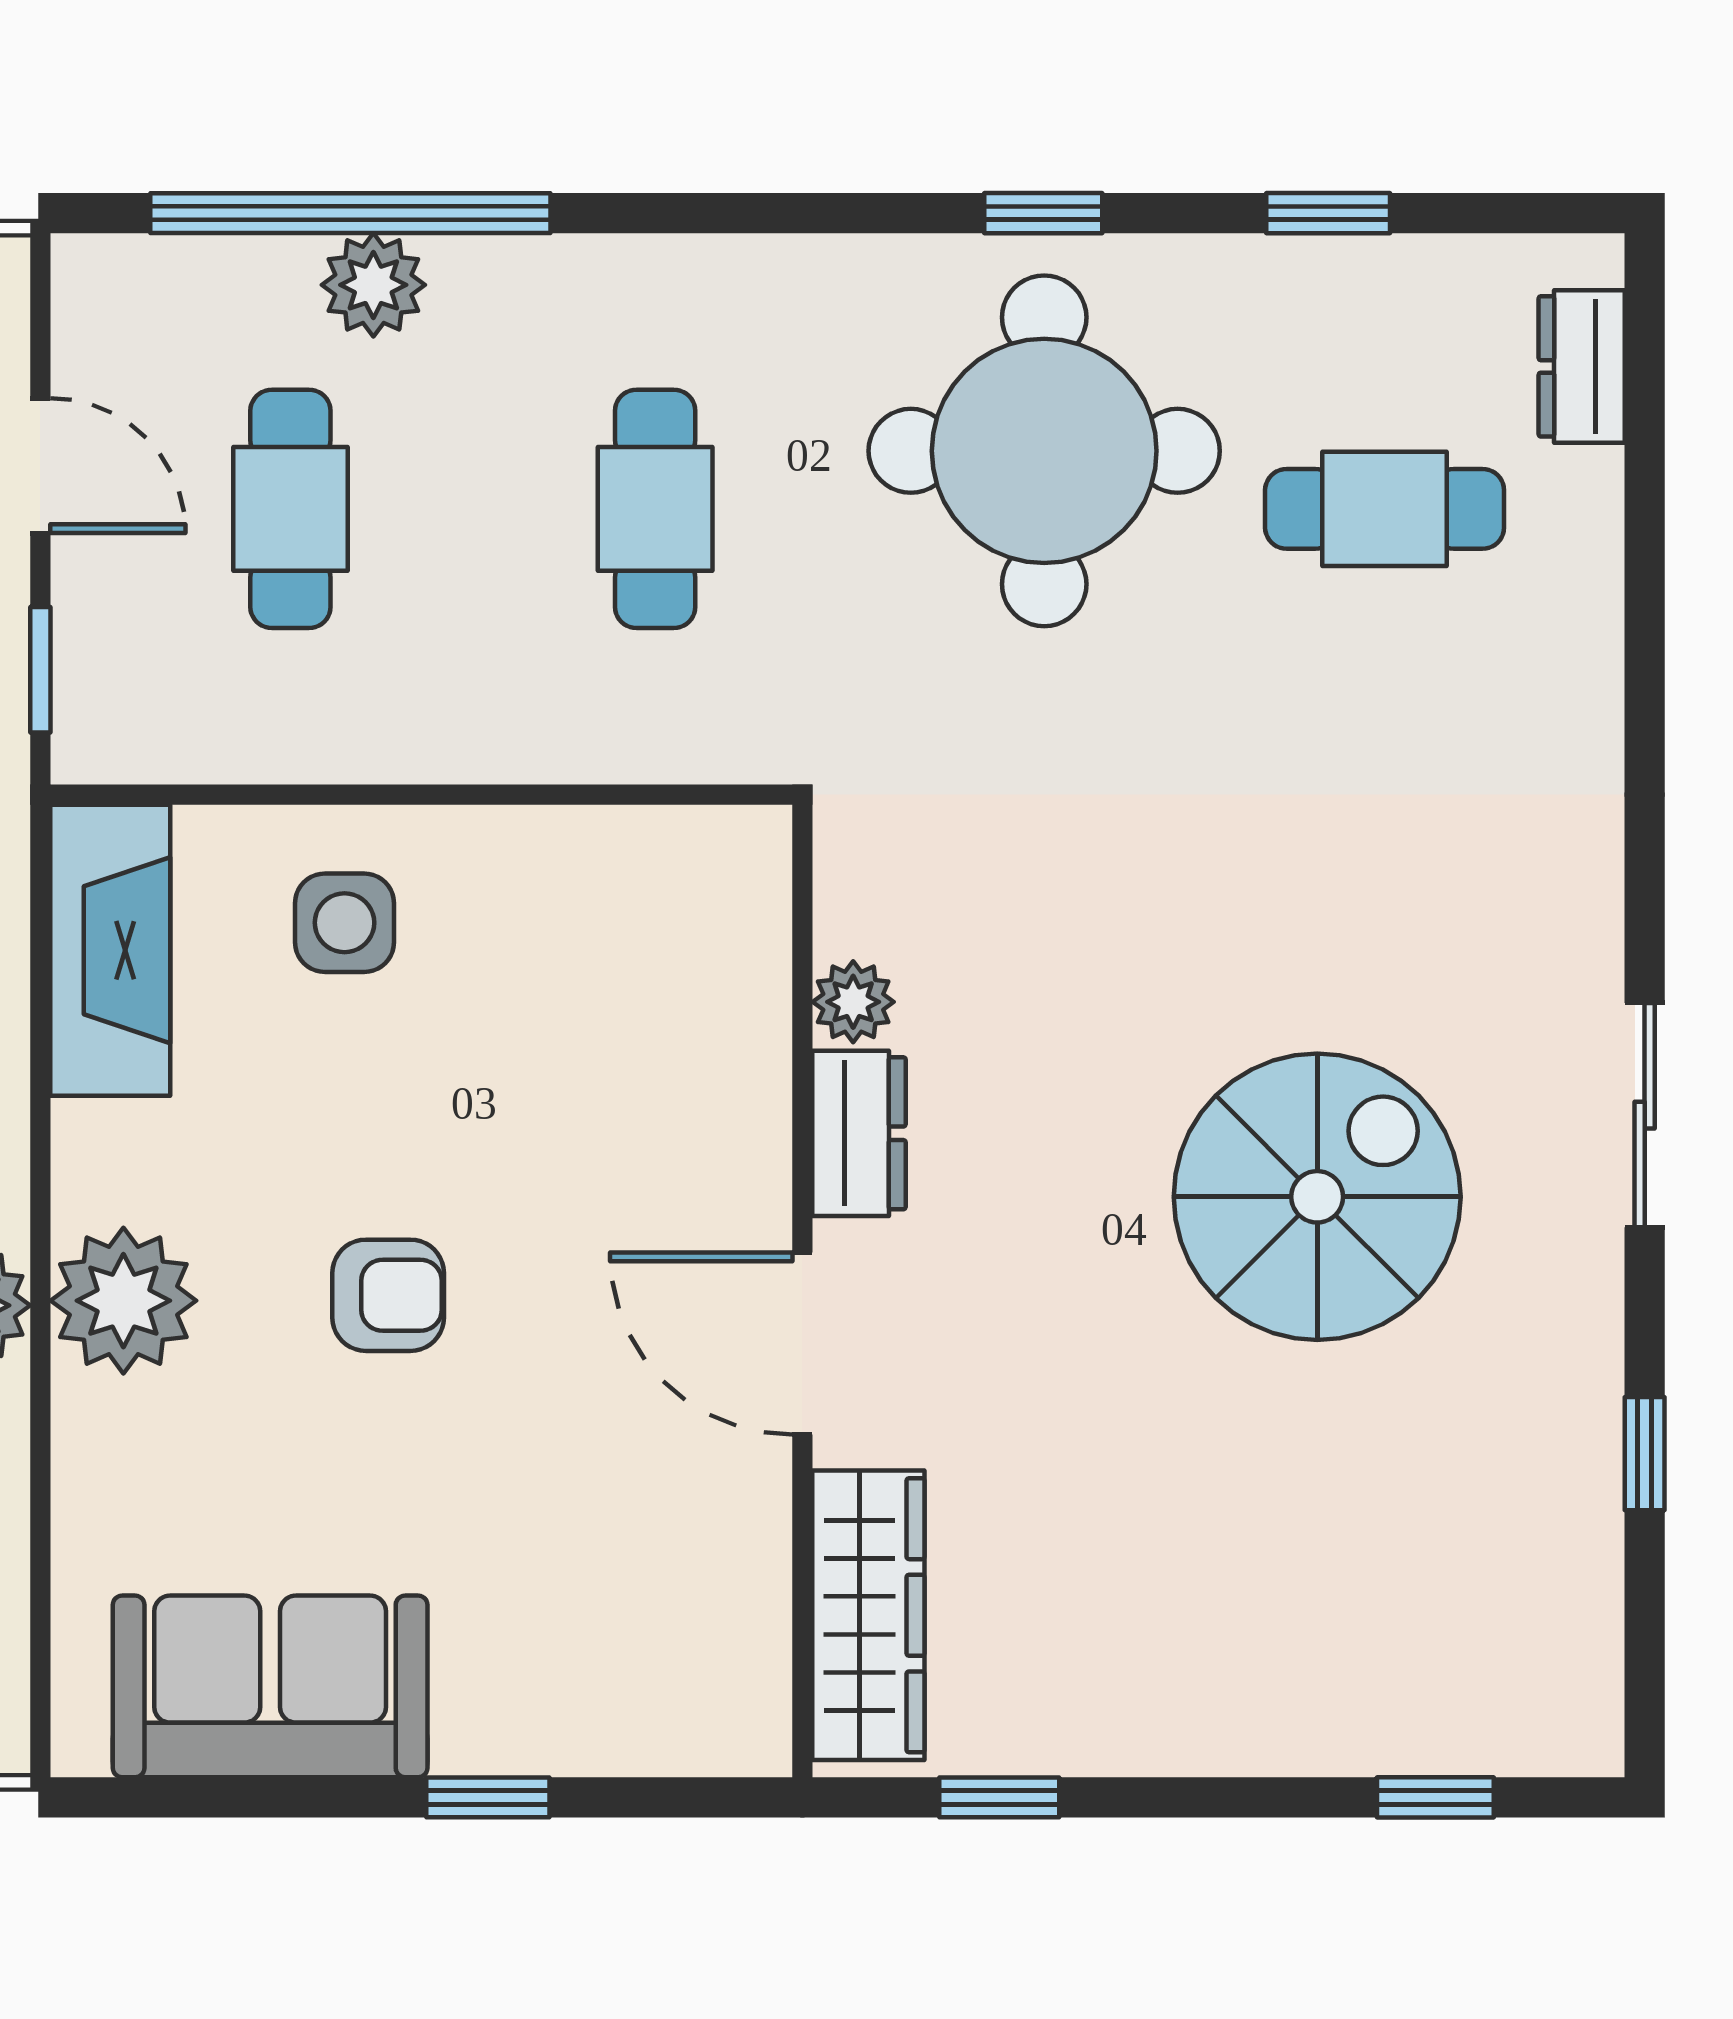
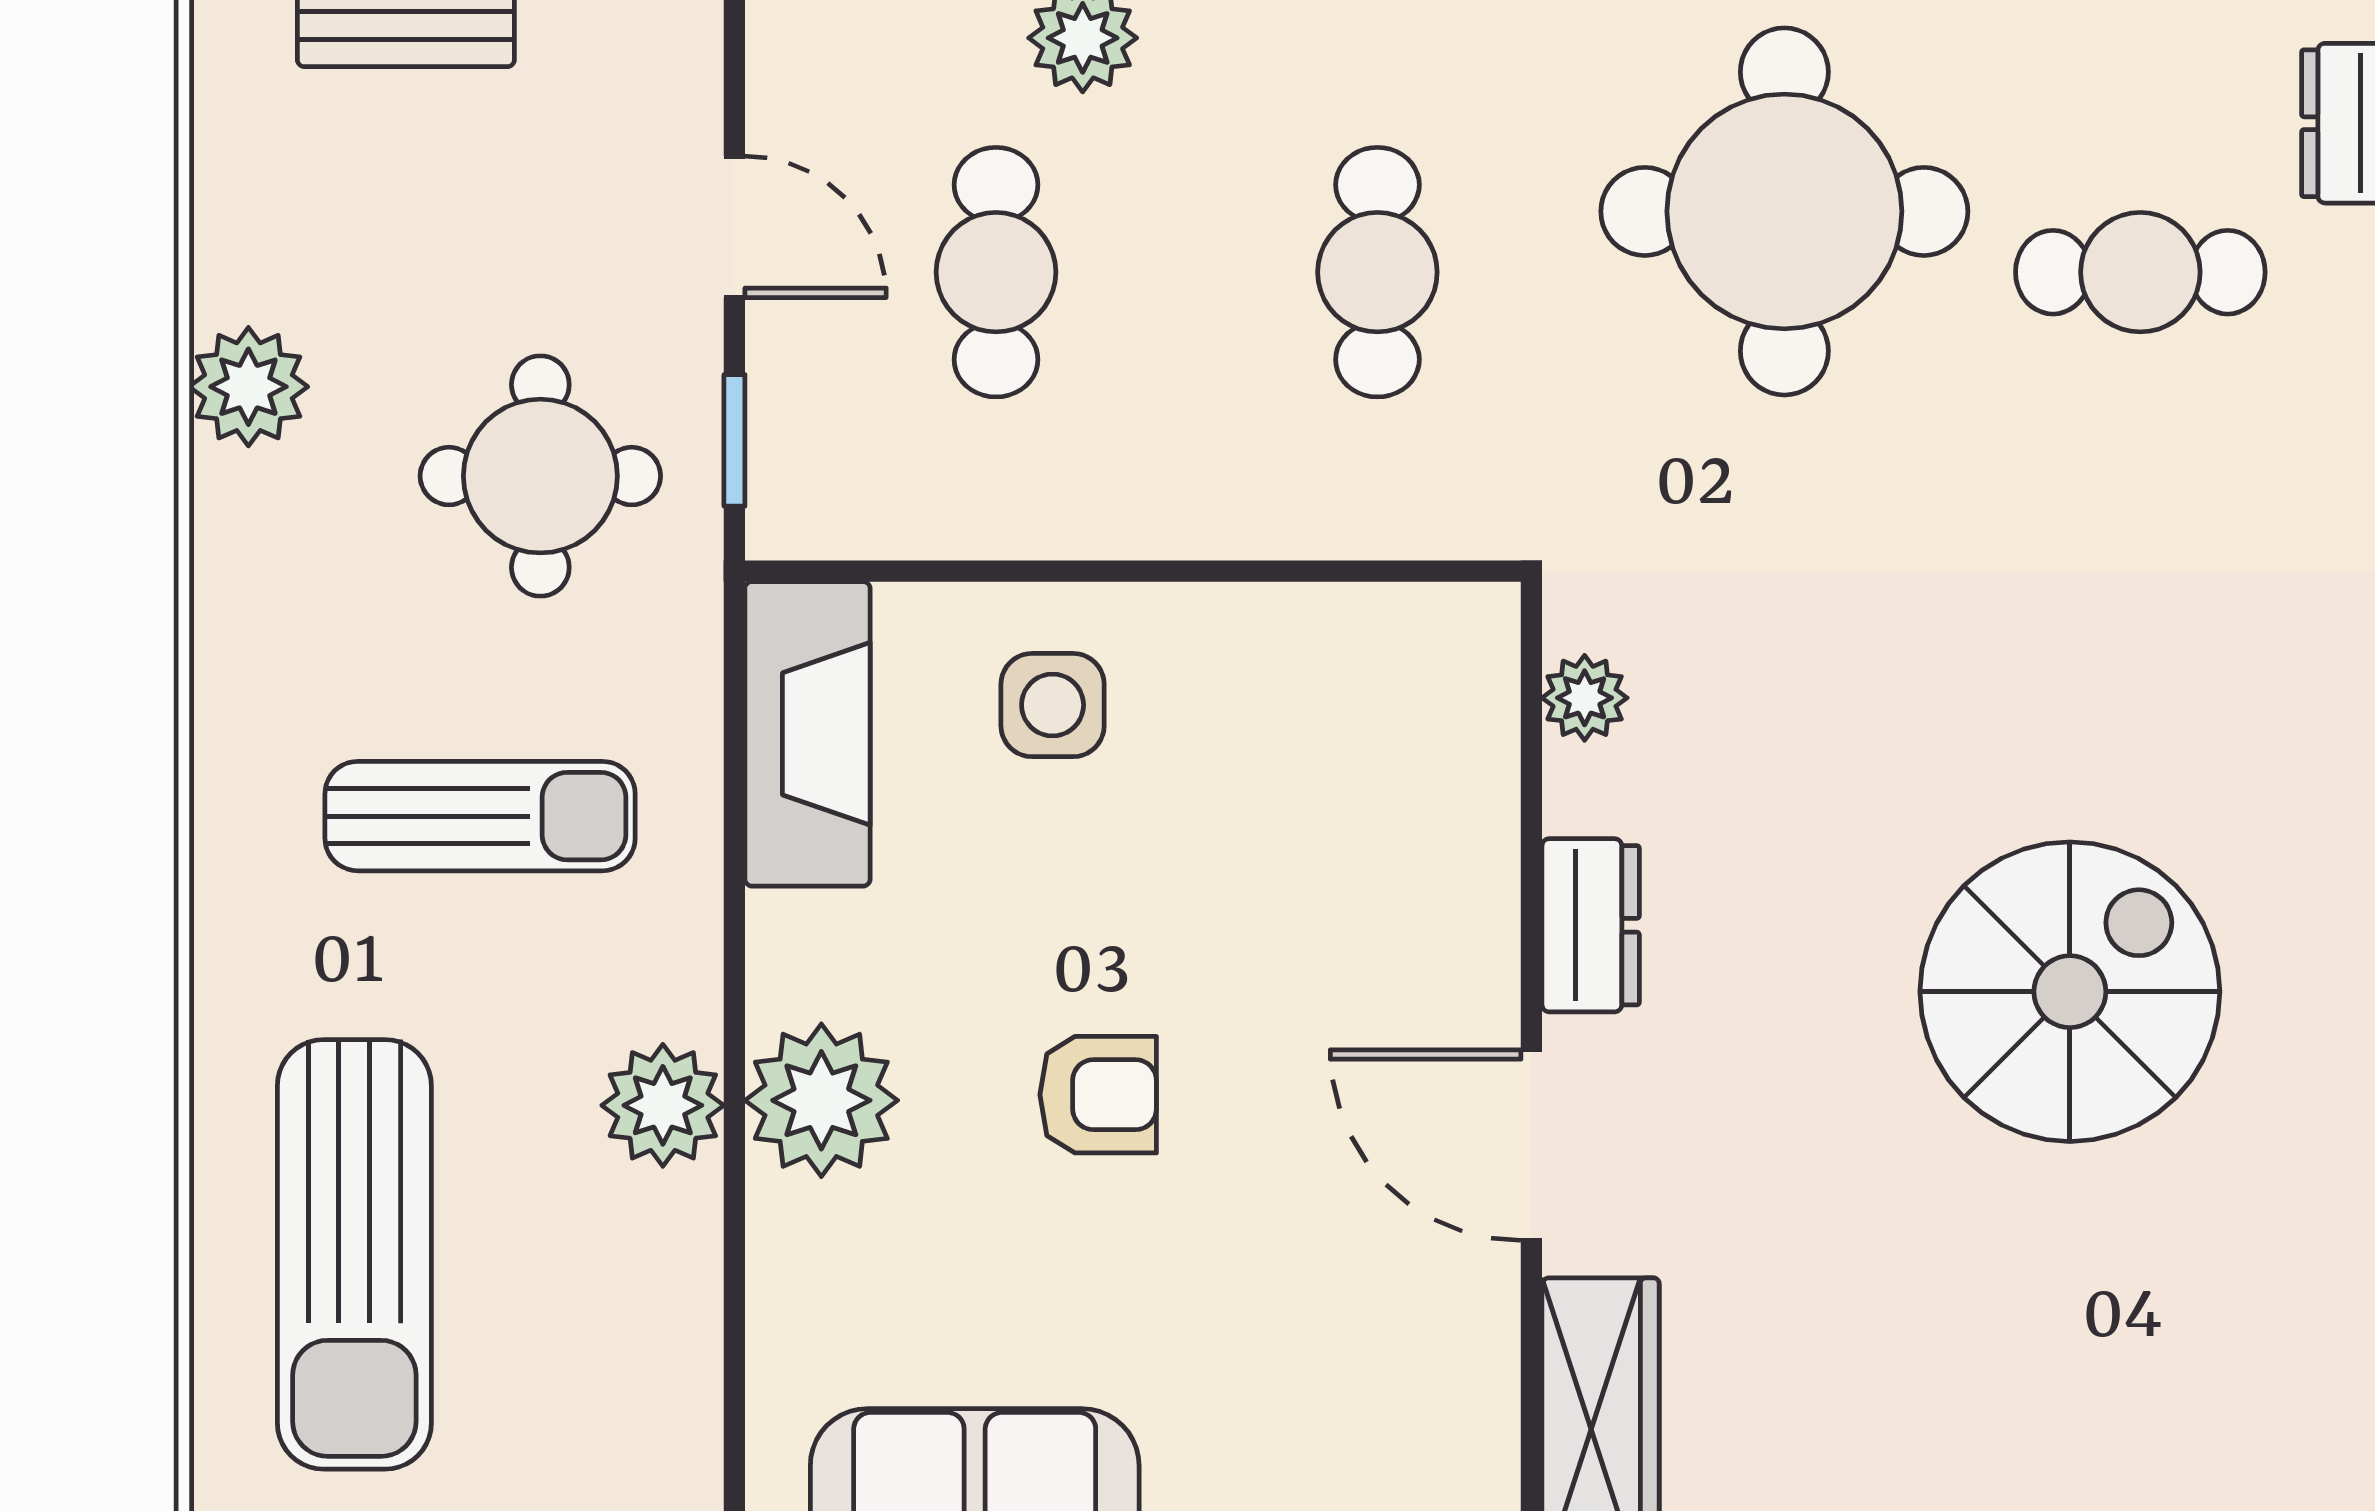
plant: (853, 1002) -> (1585, 698), moved

